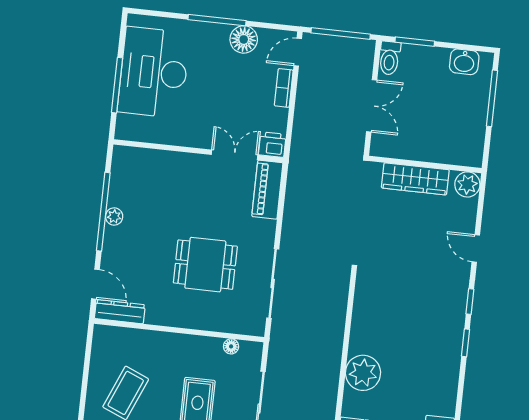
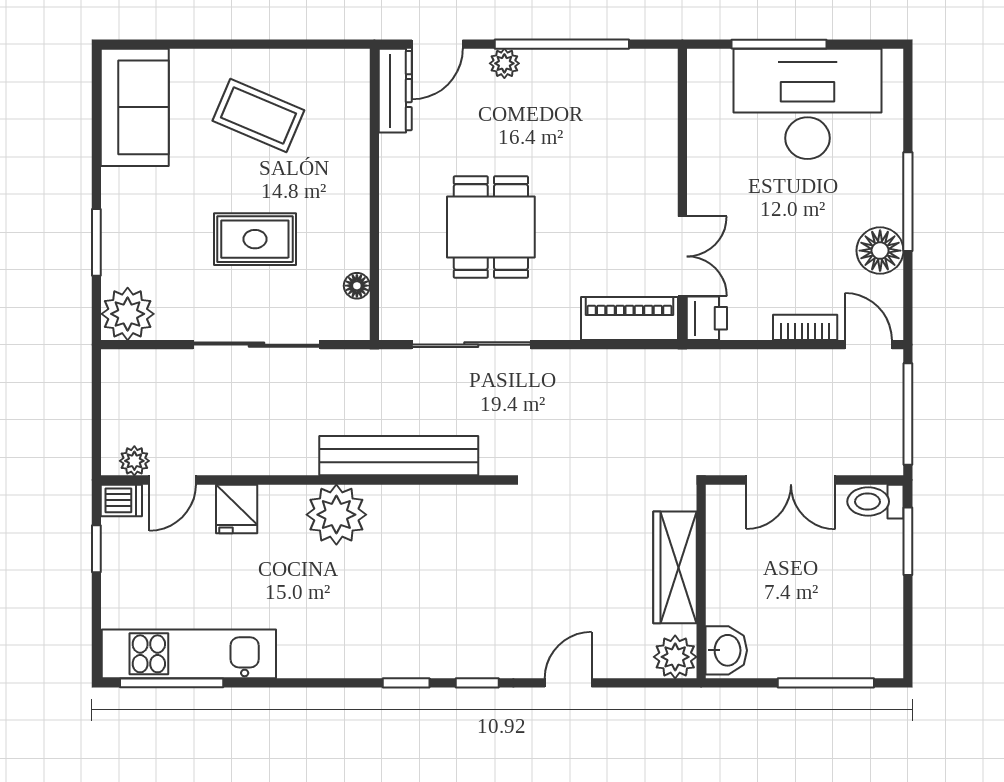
washbasin: (464, 62) -> (726, 650), moved, turned 180
plant: (114, 216) -> (504, 63), moved
bench: (333, 333) -> (399, 456), added

